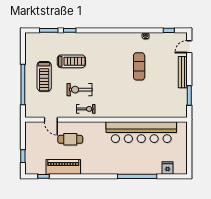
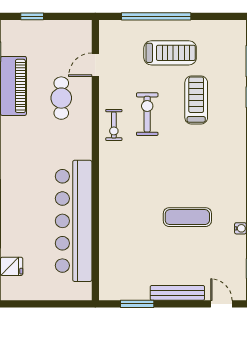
treadmill: (71, 61) -> (196, 100), turned 180
treadmill: (44, 76) -> (170, 53), turned 180

